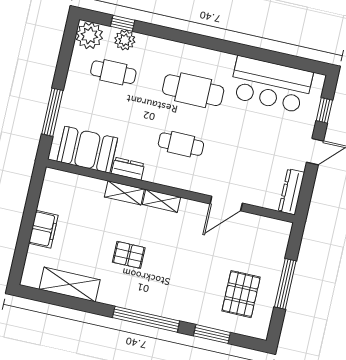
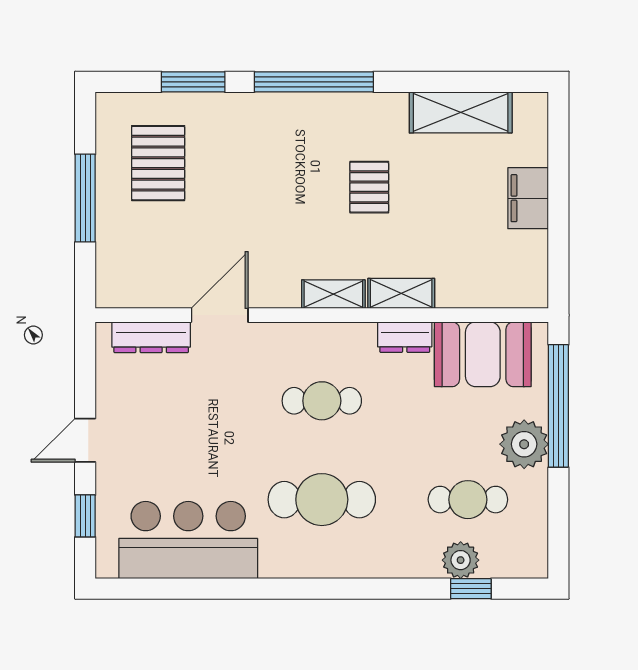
plant: (89, 35) -> (524, 444), moved
window: (52, 112) -> (558, 406), width x1.46
dresser: (291, 192) -> (151, 337), moved, turned 90
pallet: (129, 255) -> (369, 187), turned 90

